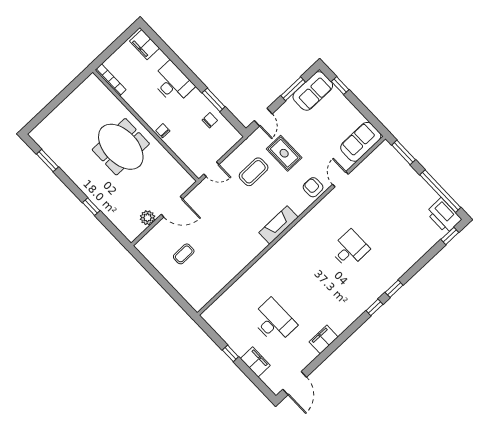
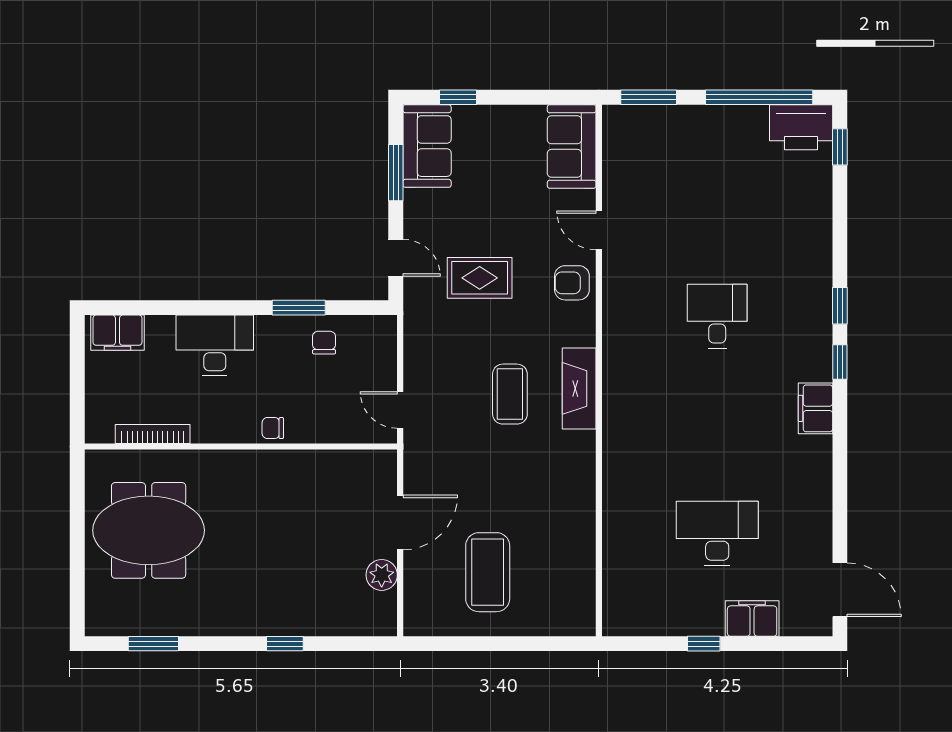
bookcase: (110, 80) -> (153, 434), moved
meeting table: (121, 147) -> (149, 530), moved
door: (211, 169) -> (400, 410), swing flipped
coffee table: (254, 172) -> (510, 394), moved
coffee table: (184, 254) -> (488, 572), width x1.86, depth x1.72
filing cabinet: (324, 339) -> (816, 408), moved

